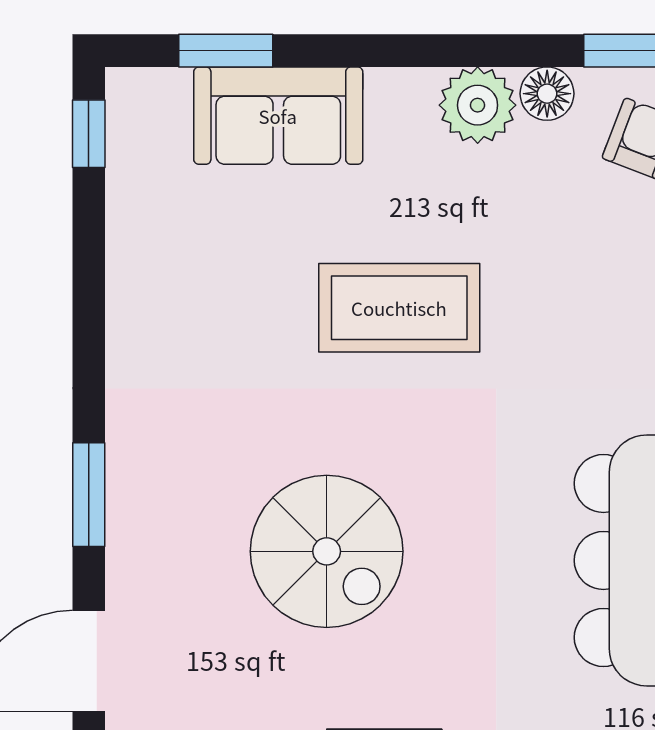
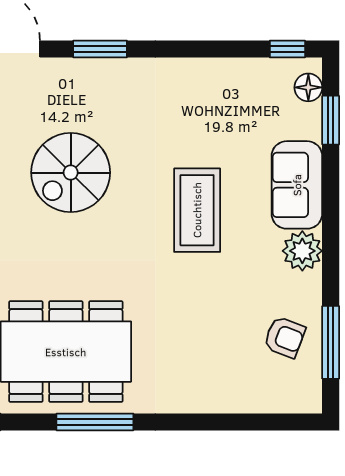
floor lamp: (547, 94) -> (308, 87), moved
sofa: (278, 116) -> (297, 185), moved

